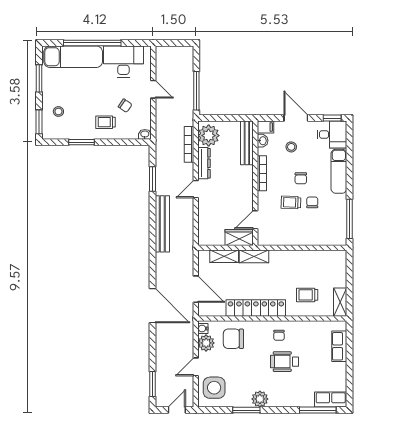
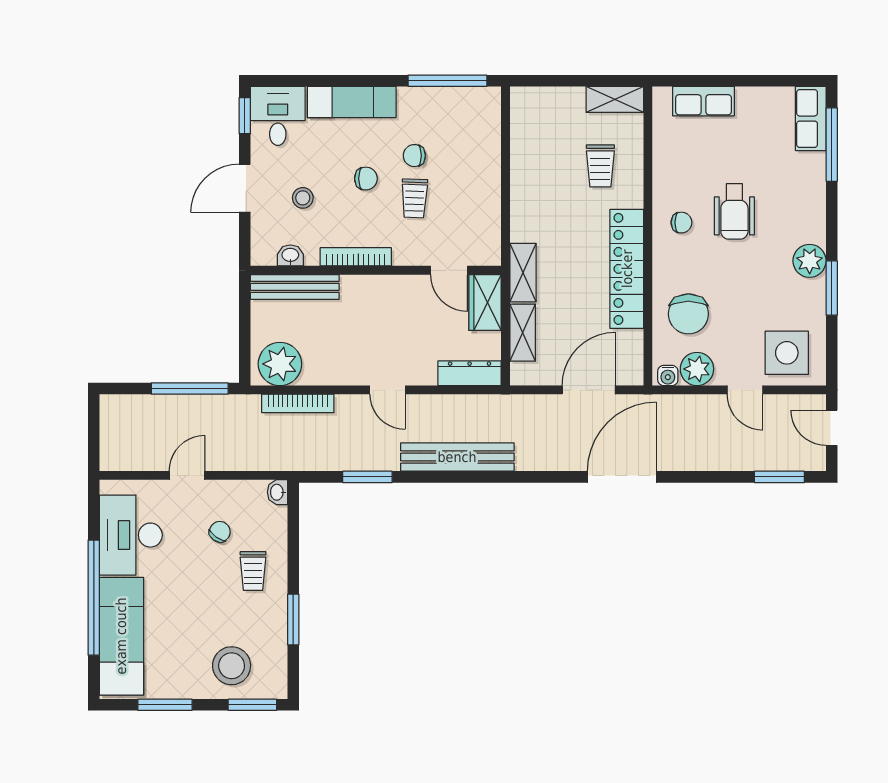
stool: (58, 111) -> (232, 666), width x1.89, depth x1.89
filing cabinet: (265, 127) -> (263, 250), removed
dresser: (204, 163) -> (470, 373), moved

